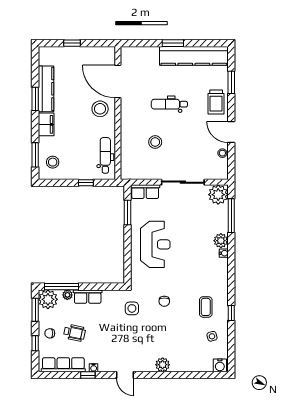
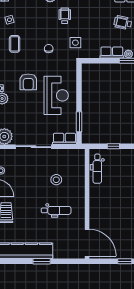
door: (118, 82) -> (87, 243), moved
dental chair: (169, 104) -> (56, 210), moved
stool: (100, 109) -> (102, 207), removed
reception desk: (155, 244) -> (56, 95), turned 180
armchair: (189, 261) -> (28, 82), added
wheelchair: (145, 341) -> (65, 16), added

